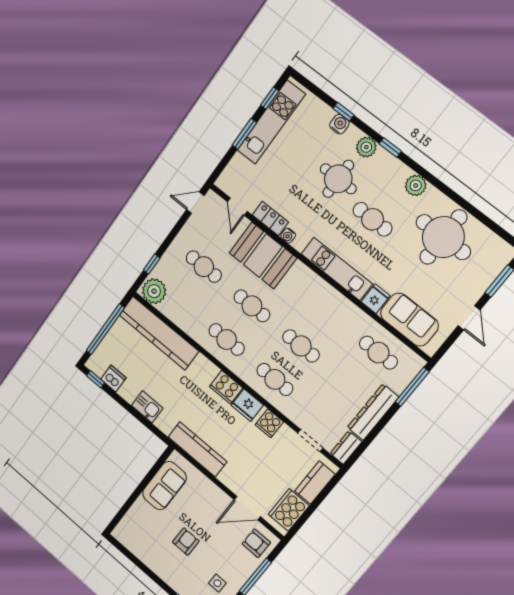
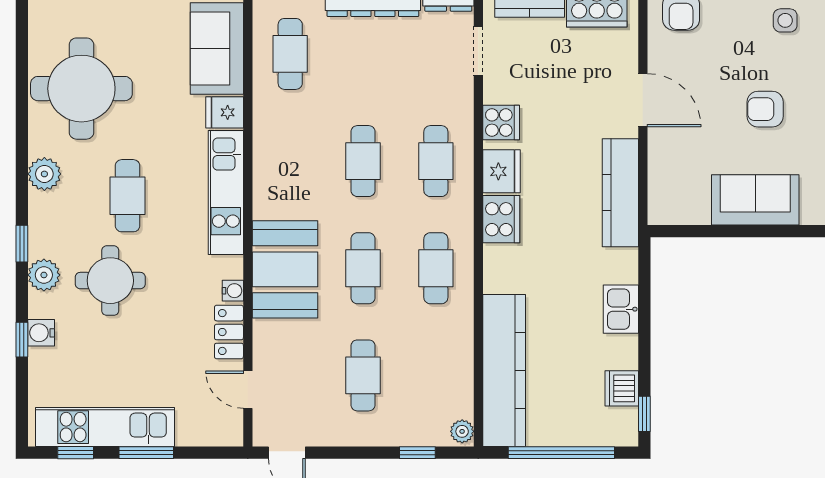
door: (237, 207) -> (248, 390), swing flipped
booth: (263, 256) -> (285, 269), moved
plant: (154, 291) -> (462, 431), width x0.53, depth x0.53
sofa: (164, 486) -> (755, 200), moved
door: (247, 508) -> (643, 100), moved

